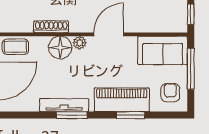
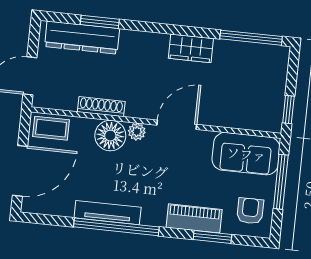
piano: (122, 100) -> (194, 218), width x0.73, depth x0.75
window: (72, 115) -> (116, 227), width x2.11
window: (130, 115) -> (212, 237), moved

